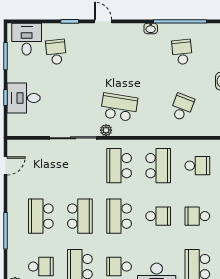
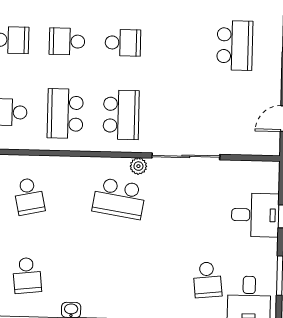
school desk: (182, 107) -> (29, 196), turned -33
school desk: (80, 216) -> (179, 44), removed
school desk: (119, 216) -> (123, 43), width x0.54

